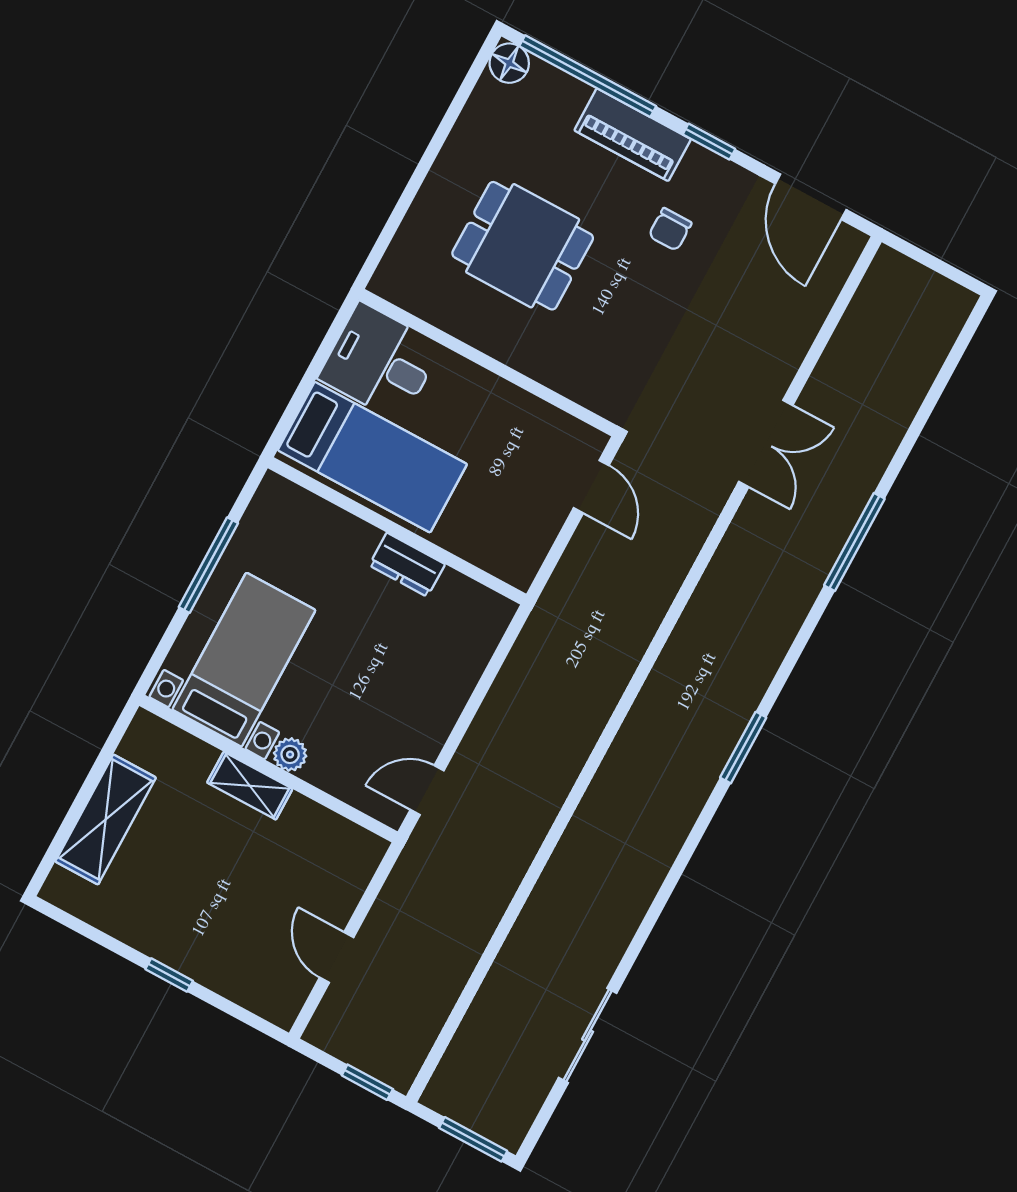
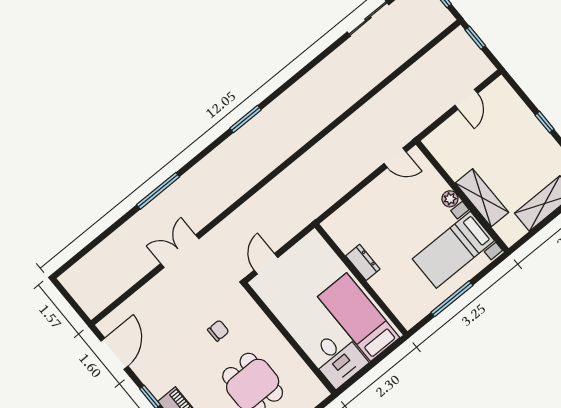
chair: (670, 229) -> (218, 331), moved
shelving: (250, 786) -> (482, 198), width x1.50, depth x1.33

